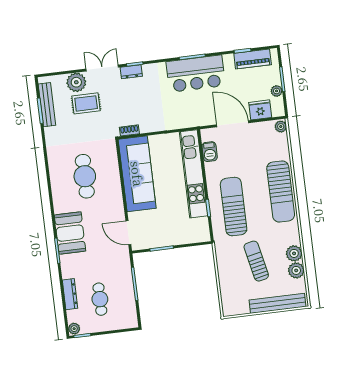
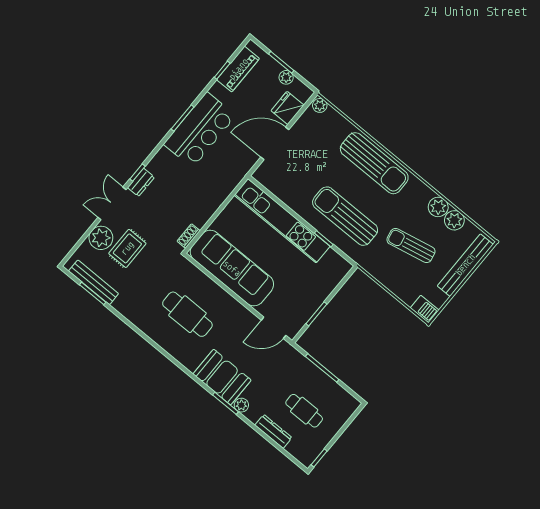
barbecue: (210, 152) -> (425, 309), moved
plant: (74, 329) -> (241, 405), moved

